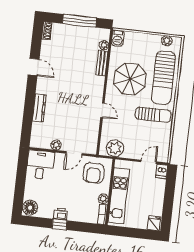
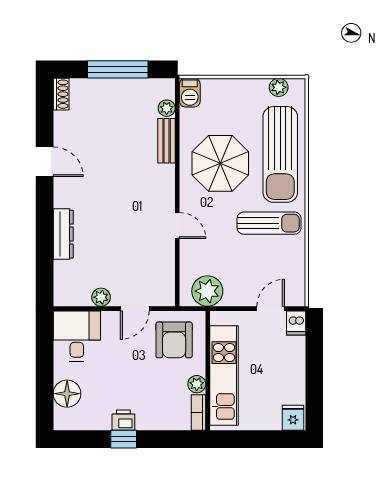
floor lamp: (30, 208) -> (67, 394), moved

